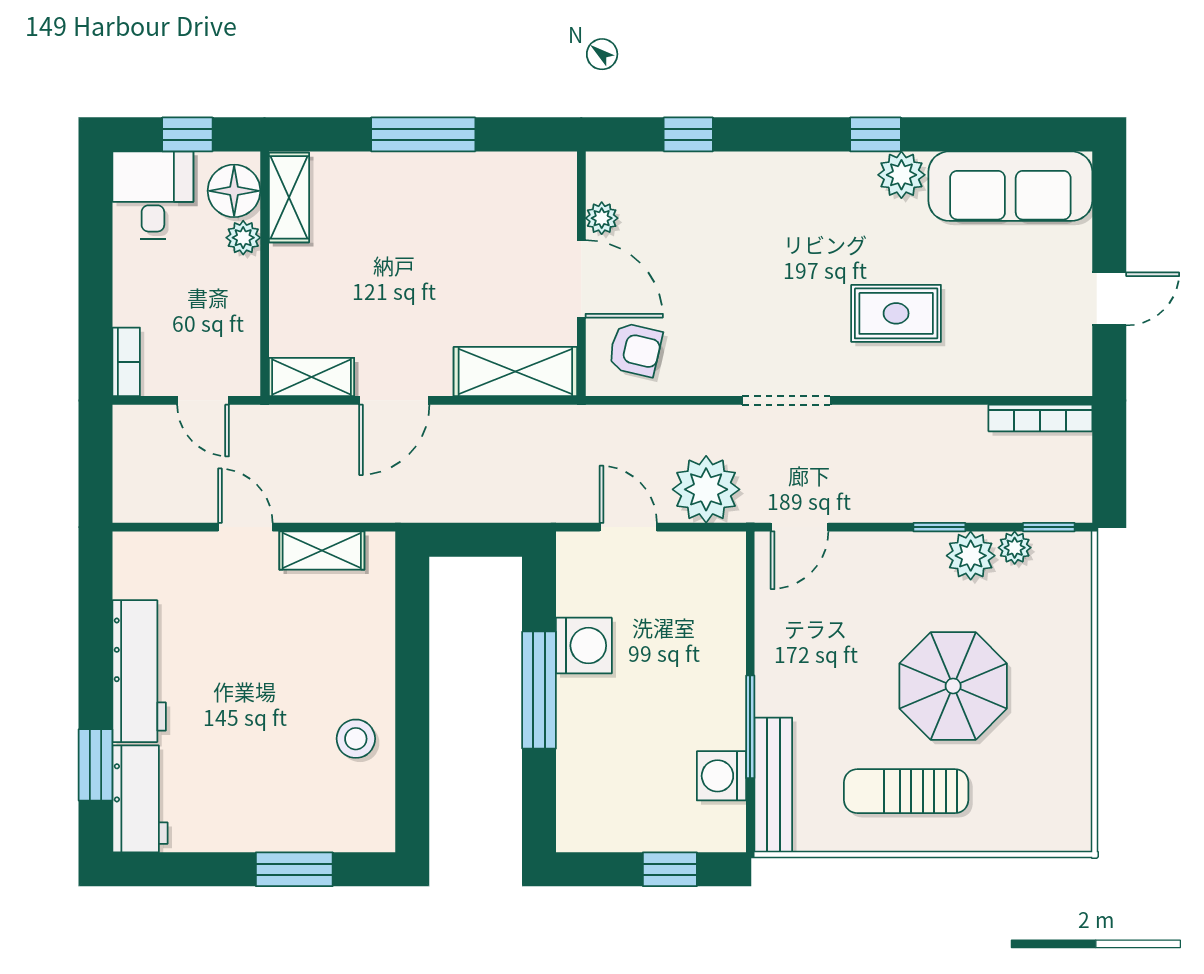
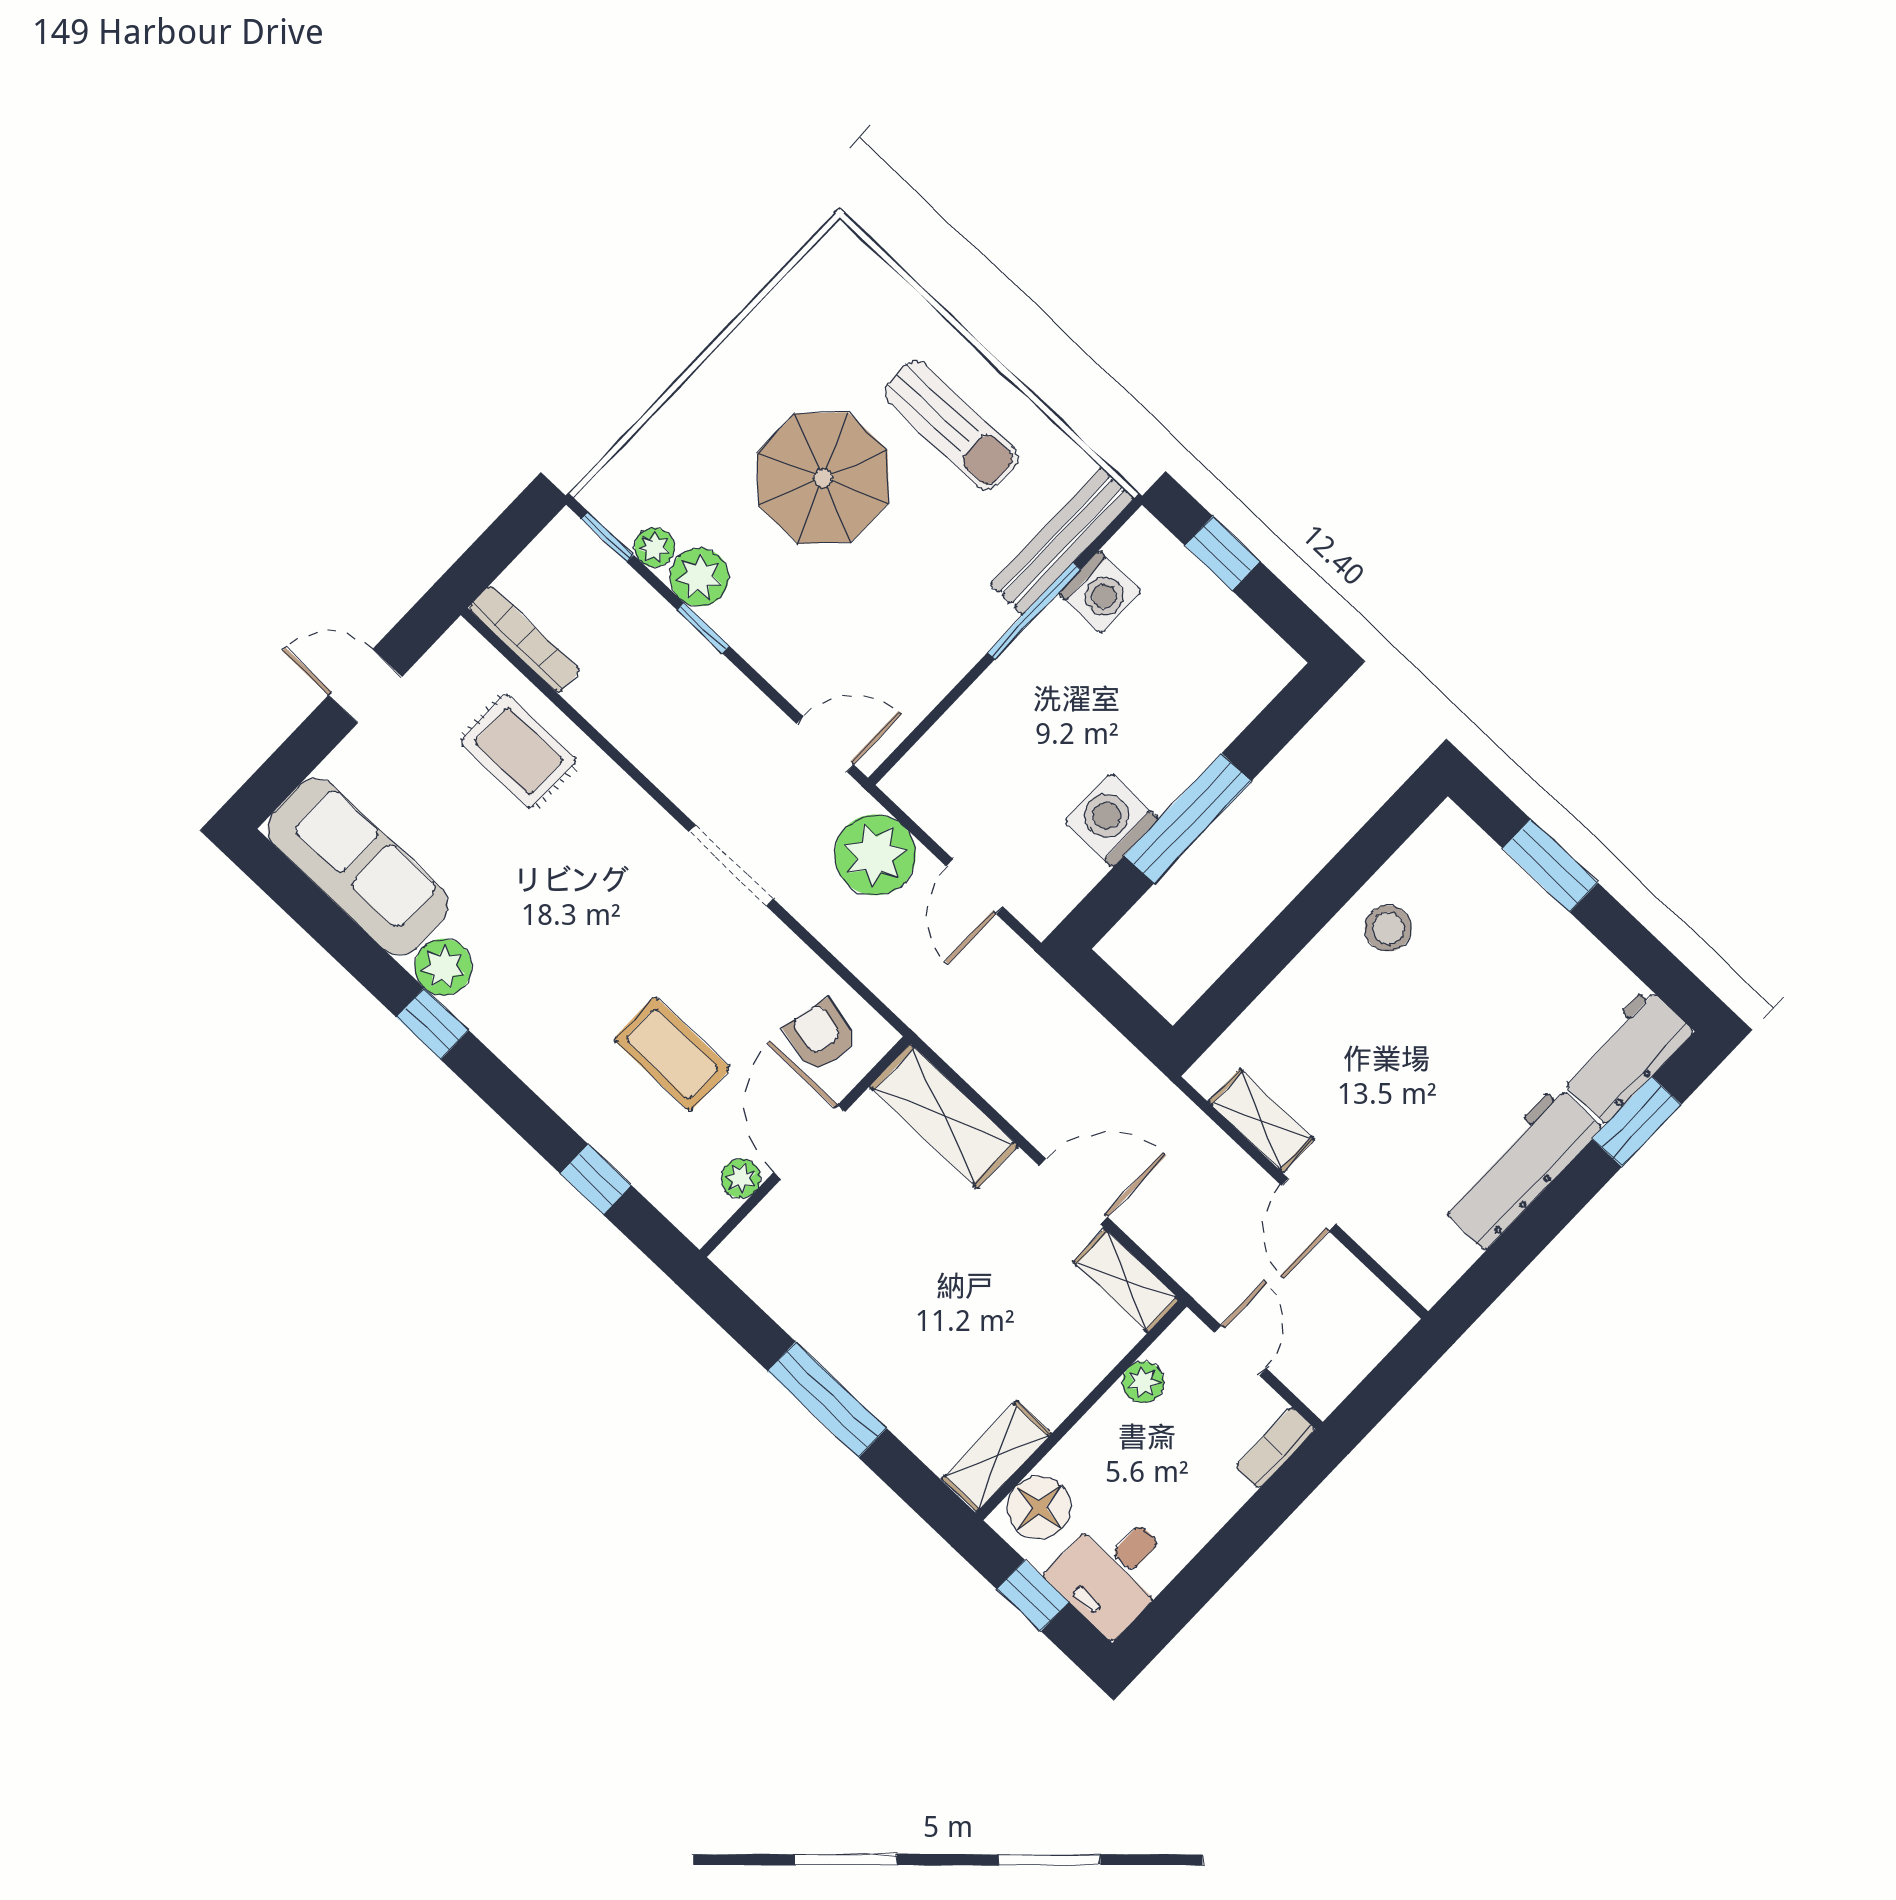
plant: (243, 238) -> (1143, 1382), moved
coffee table: (714, 253) -> (672, 1054), added
rug: (896, 313) -> (519, 751), moved

